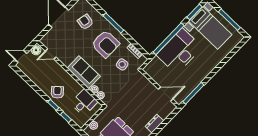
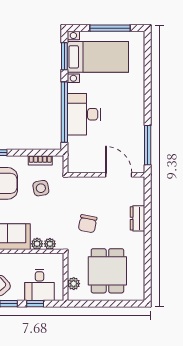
desk: (179, 51) -> (84, 114), width x0.73, depth x0.77
door: (166, 94) -> (119, 175), hinge flipped
desk: (84, 103) -> (39, 285), moved, turned 180
chair: (128, 103) -> (88, 224), added

